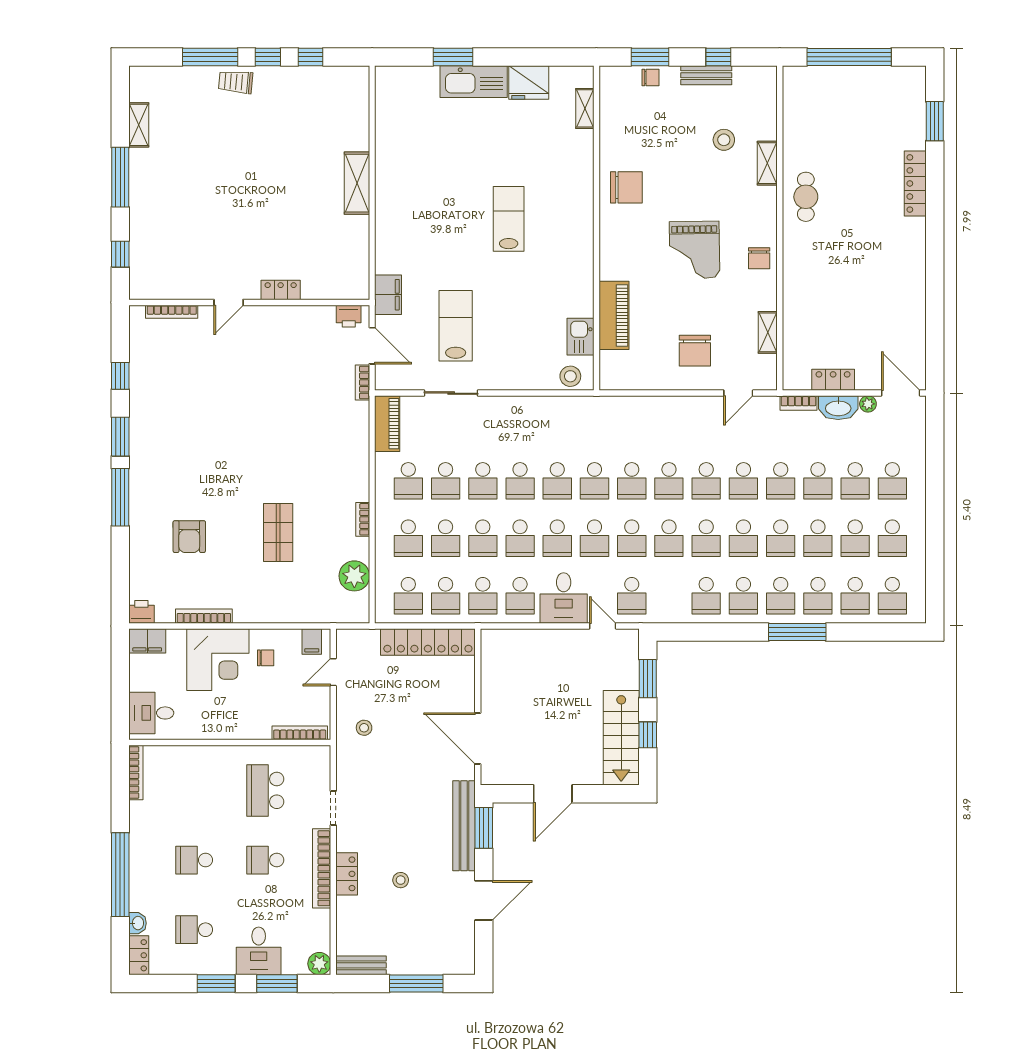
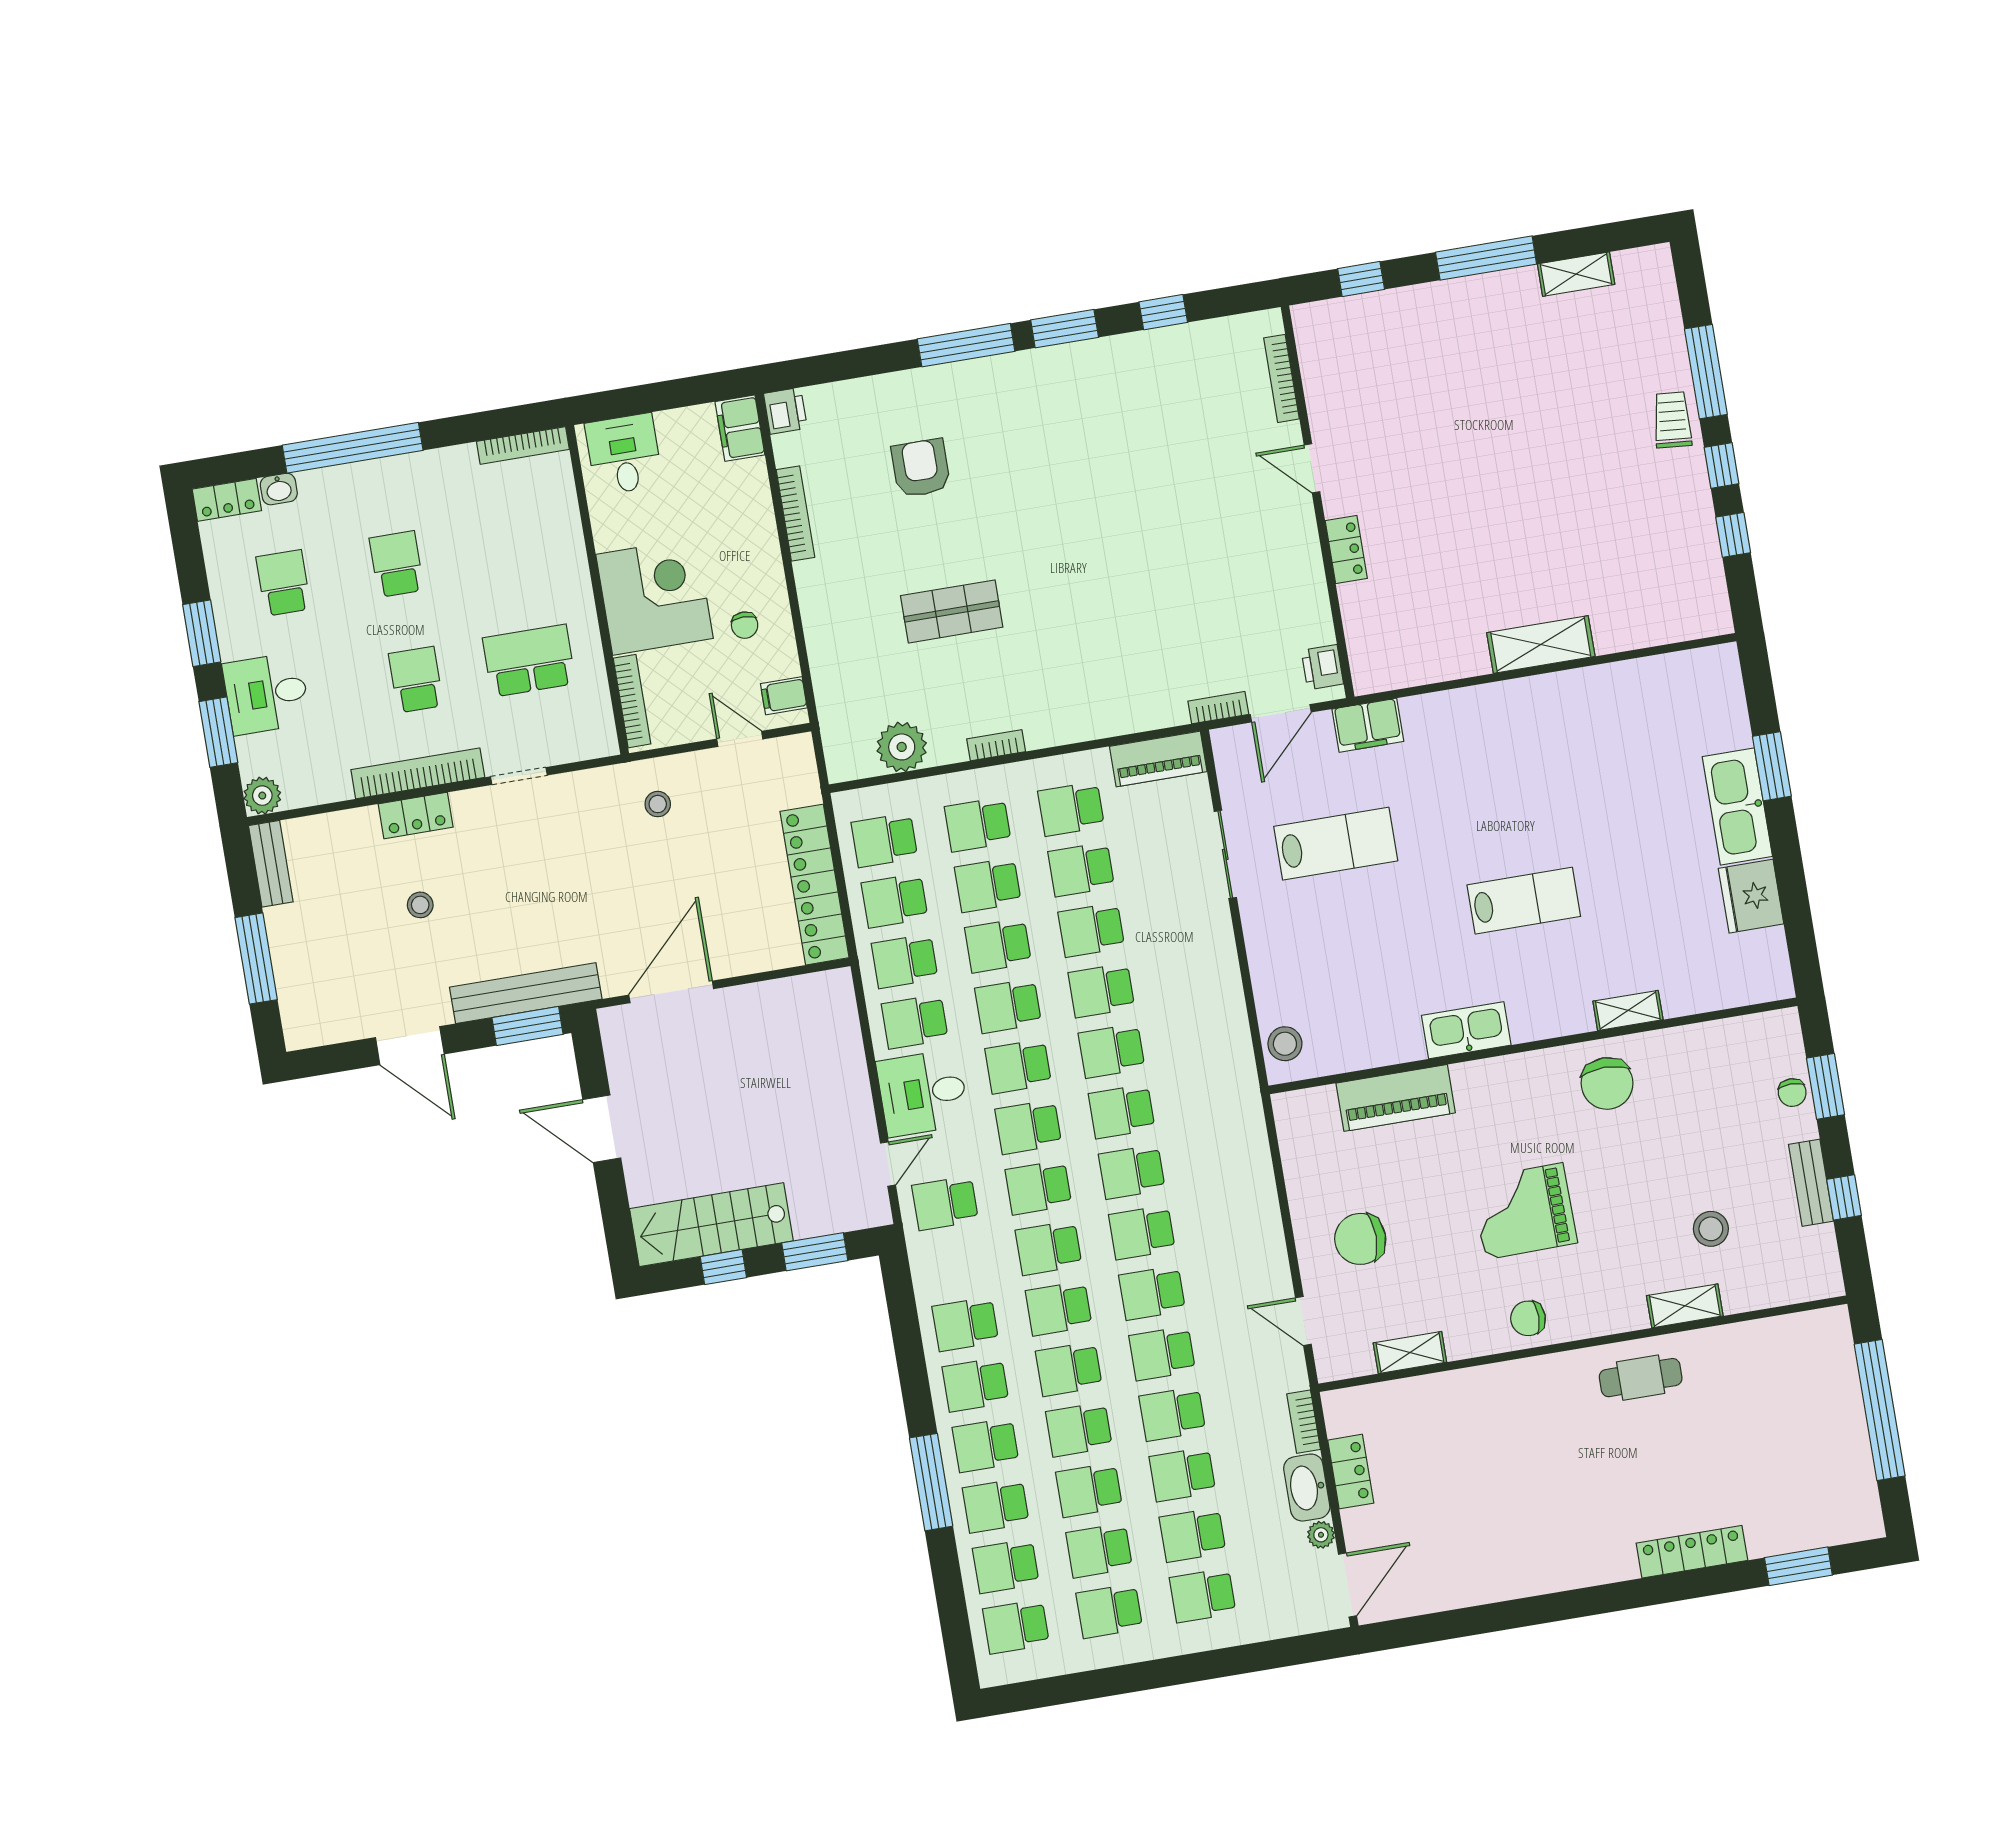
shelving: (585, 108) -> (1628, 1010), moved
kitchen sink: (580, 337) -> (1466, 1030), moved, width x1.38
armchair: (189, 537) -> (921, 468), turned 90
corner desk: (218, 660) -> (655, 596), moved, turned 180

